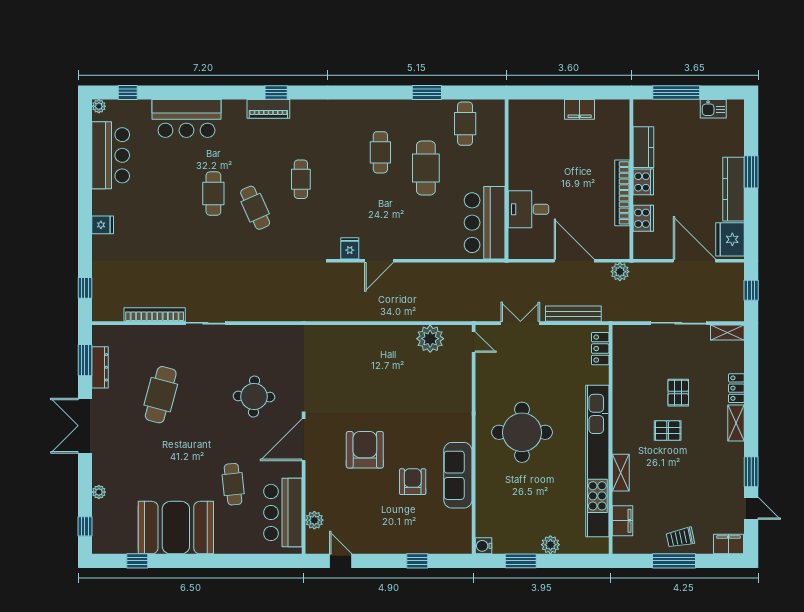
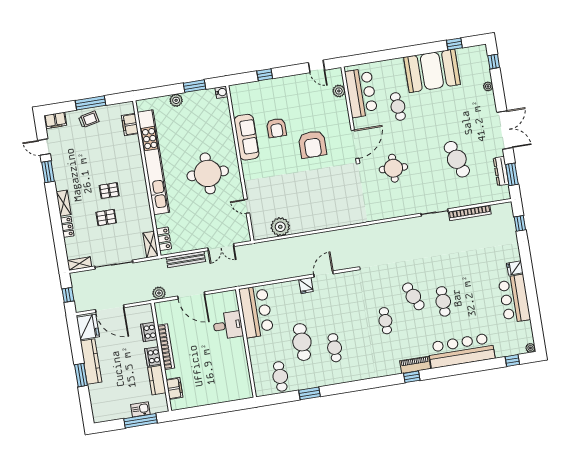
filing cabinet: (580, 109) -> (174, 388), moved, turned 90
kitchen sink: (713, 109) -> (140, 409), moved
bar counter: (186, 118) -> (461, 351), width x1.36
bar counter: (111, 155) -> (514, 299), moved
fridge: (350, 248) -> (306, 285), moved
door: (474, 342) -> (247, 206), moved
pallet: (678, 393) -> (106, 217), turned 90
cafe table: (161, 395) -> (457, 159), turned -33
shelving: (621, 473) -> (151, 244), moved

